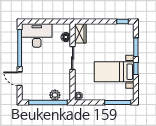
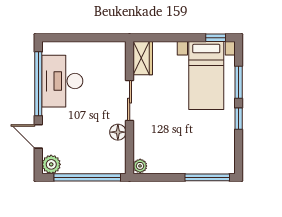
desk: (37, 35) -> (62, 81), moved, turned -90
floor lamp: (66, 37) -> (118, 132), moved
bed with nightstands: (114, 72) -> (206, 75), moved, turned -90
plant: (55, 95) -> (51, 164), moved

